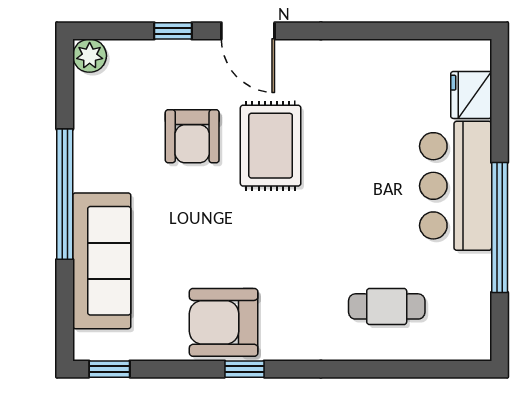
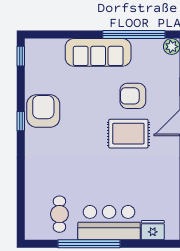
window: (65, 194) -> (134, 35), moved
sofa: (102, 261) -> (98, 52), moved
cafe table: (387, 306) -> (59, 214), moved

